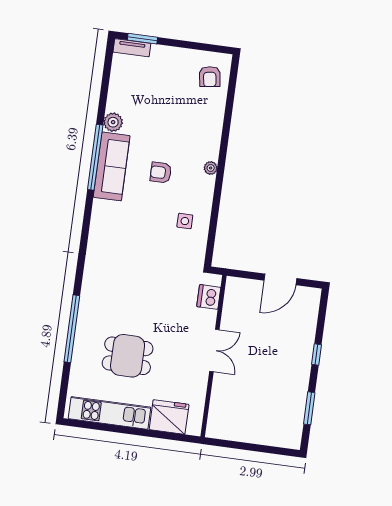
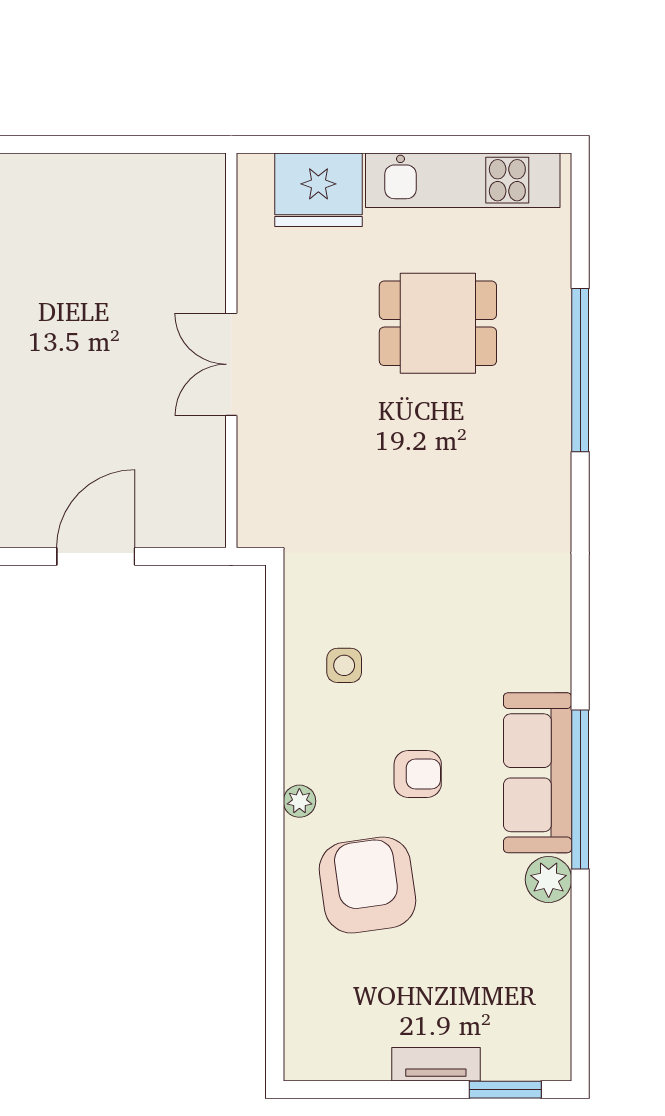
tv unit: (132, 48) -> (436, 1064), moved
armchair: (210, 77) -> (367, 885), moved, width x1.88, depth x1.88
dishwasher: (209, 297) -> (262, 491), removed

